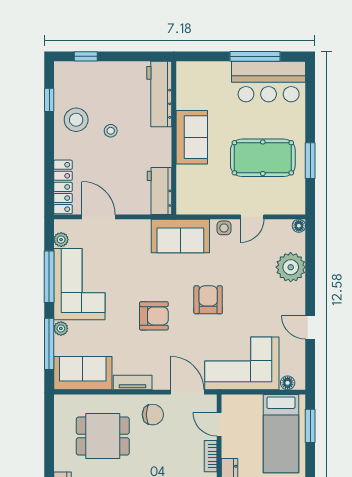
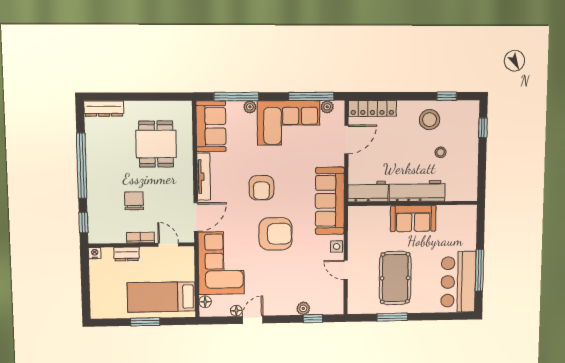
workbench: (159, 94) -> (417, 191), moved
stool: (111, 131) -> (441, 152), moved
floor lamp: (299, 226) -> (236, 311), moved
sofa: (180, 236) -> (330, 201), width x1.36
window: (310, 256) -> (313, 319), added
plant: (291, 267) -> (303, 308), width x0.53, depth x0.53
window: (49, 277) -> (311, 96), moved
armchair: (208, 300) -> (275, 234), width x1.36, depth x1.36
tv unit: (133, 383) -> (204, 177), width x1.41
chair: (153, 415) -> (134, 201), moved, turned 180
door: (219, 424) -> (168, 245), hinge flipped
window: (310, 426) -> (145, 322), moved

